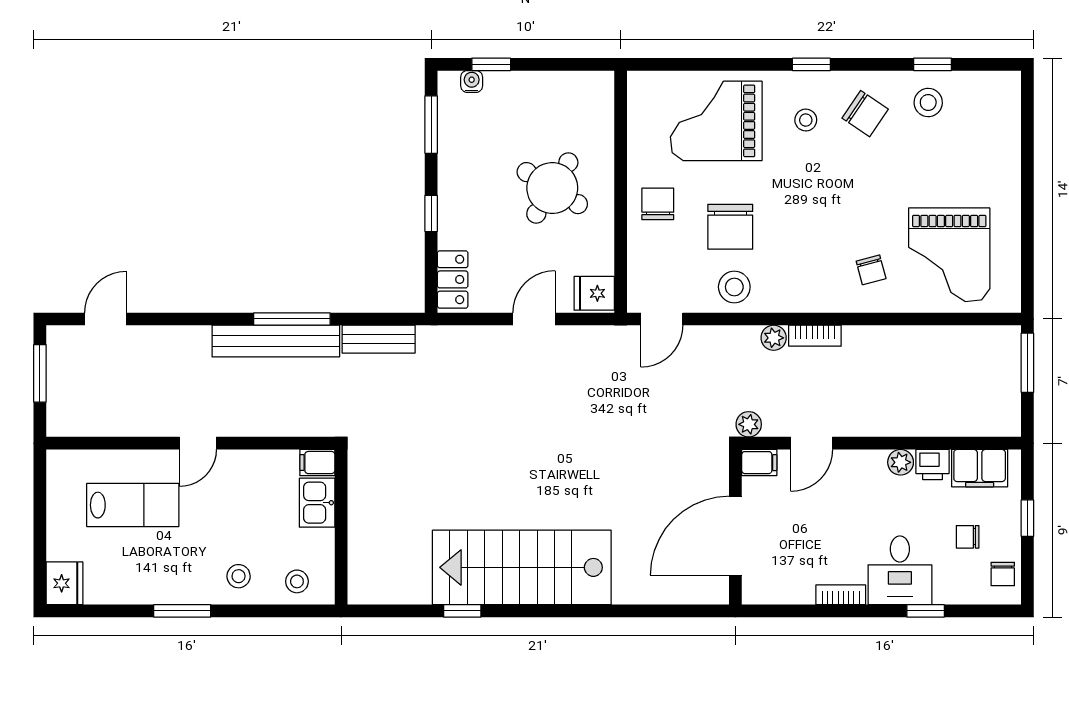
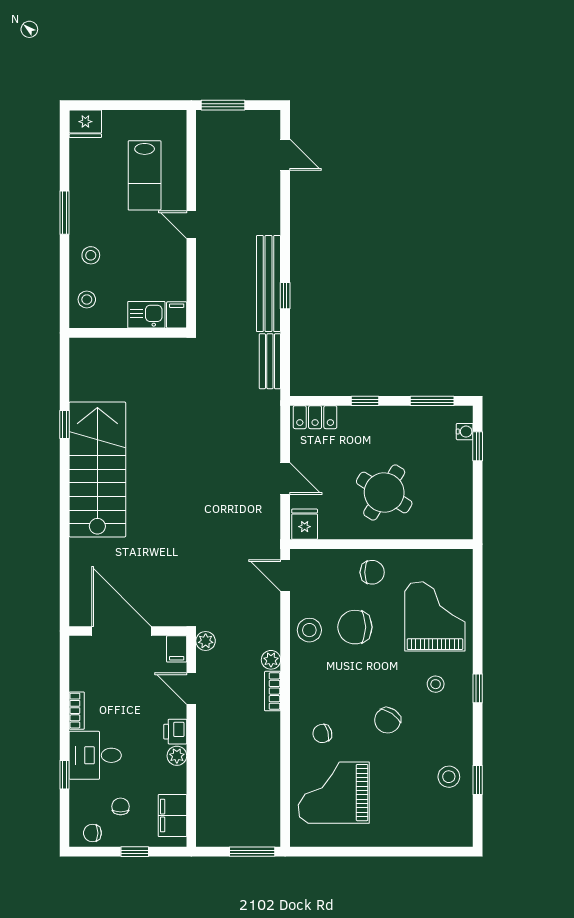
chair: (865, 114) -> (387, 720), moved
window: (292, 319) -> (285, 296), width x0.46
window: (40, 373) -> (223, 105), moved
printer: (932, 464) -> (175, 732), moved

